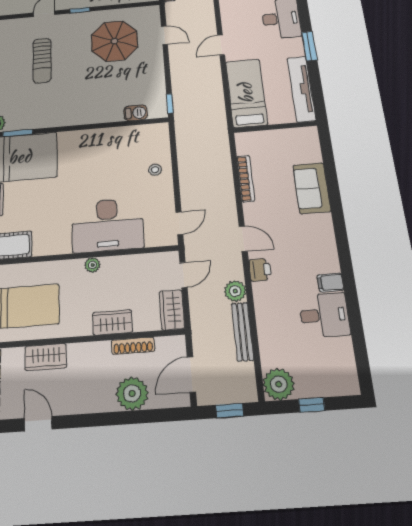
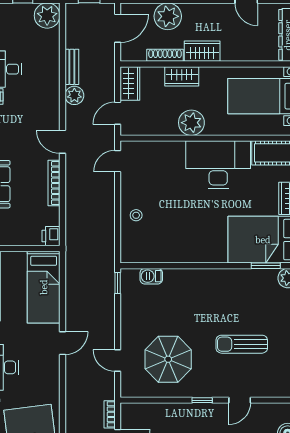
sun lounger: (42, 61) -> (242, 344), turned -90
bookcase: (246, 179) -> (54, 183), moved
desk: (107, 225) -> (218, 165), moved
plant: (92, 265) -> (191, 123), width x1.88, depth x1.88
printer: (260, 270) -> (51, 236), moved
bench: (242, 332) -> (72, 67), width x0.73
wardrobe: (46, 357) -> (202, 51), moved

